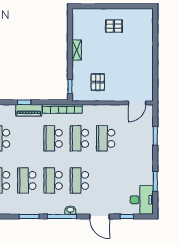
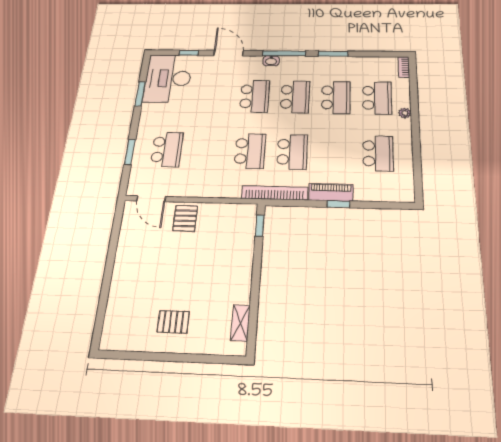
shelving: (77, 50) -> (240, 323), moved
pallet: (98, 82) -> (185, 218), moved
door: (137, 103) -> (151, 199), swing flipped
school desk: (106, 138) -> (167, 149), moved
desk: (142, 200) -> (168, 78), width x1.36, depth x1.30

